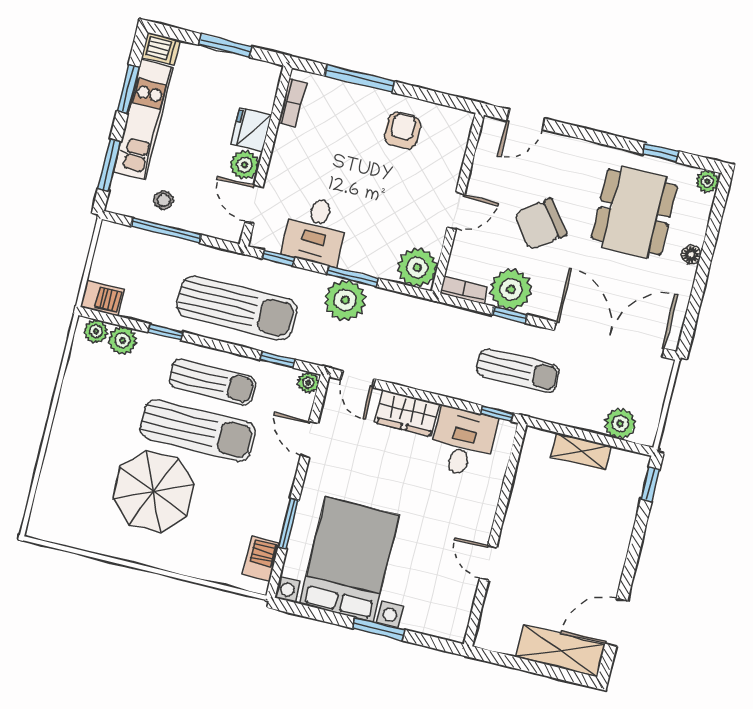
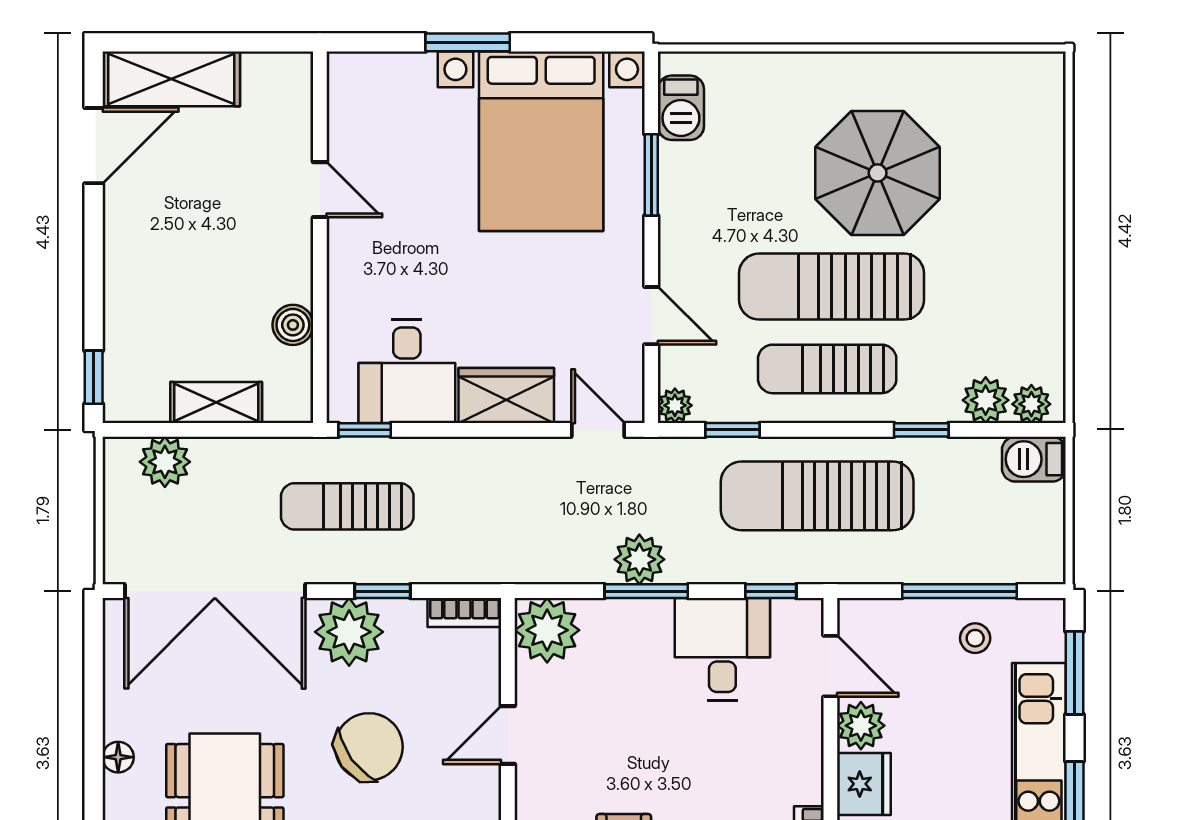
plant: (511, 289) -> (349, 632), moved
plant: (345, 300) -> (639, 559), width x0.73, depth x0.73
boiler: (524, 486) -> (293, 325), added

